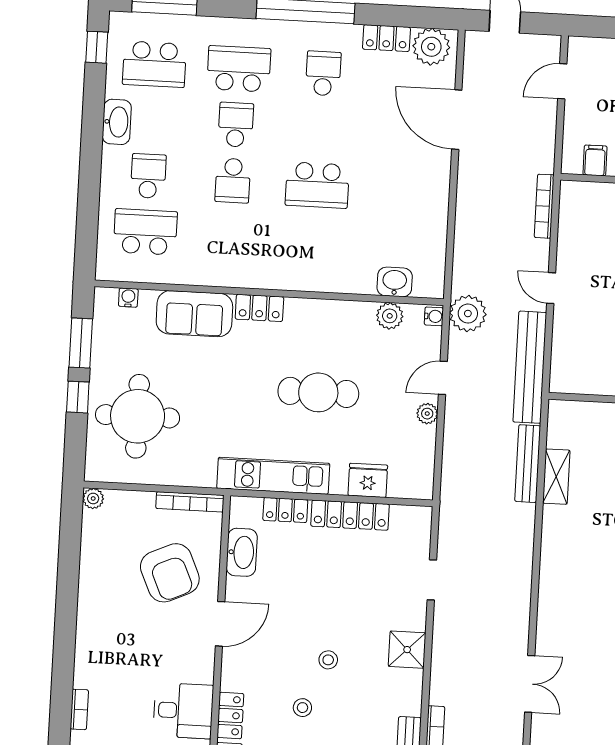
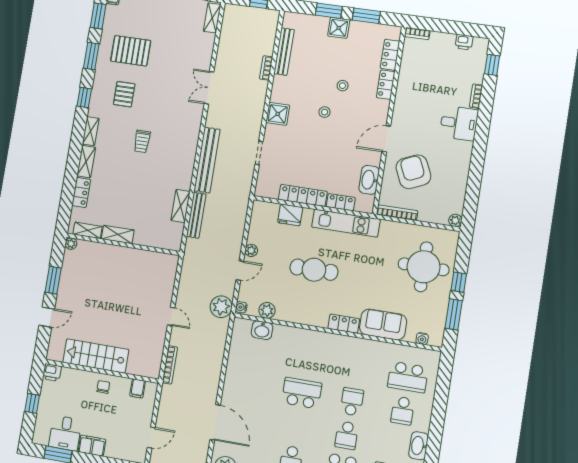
bench: (530, 367) -> (207, 160), moved
desk: (183, 711) -> (459, 123), moved, turned 180

